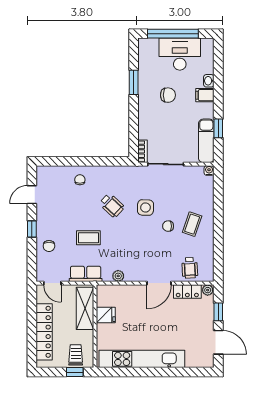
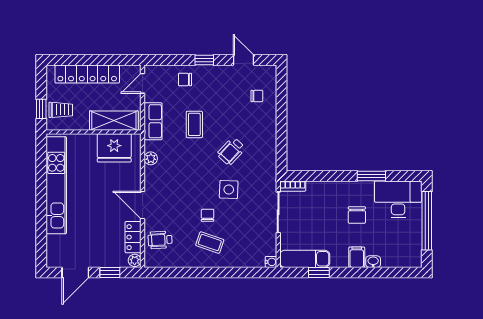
desk: (180, 54) -> (398, 199), moved, turned -90
chair: (80, 180) -> (257, 96), moved
fridge: (106, 315) -> (114, 148), width x1.88, depth x1.34

